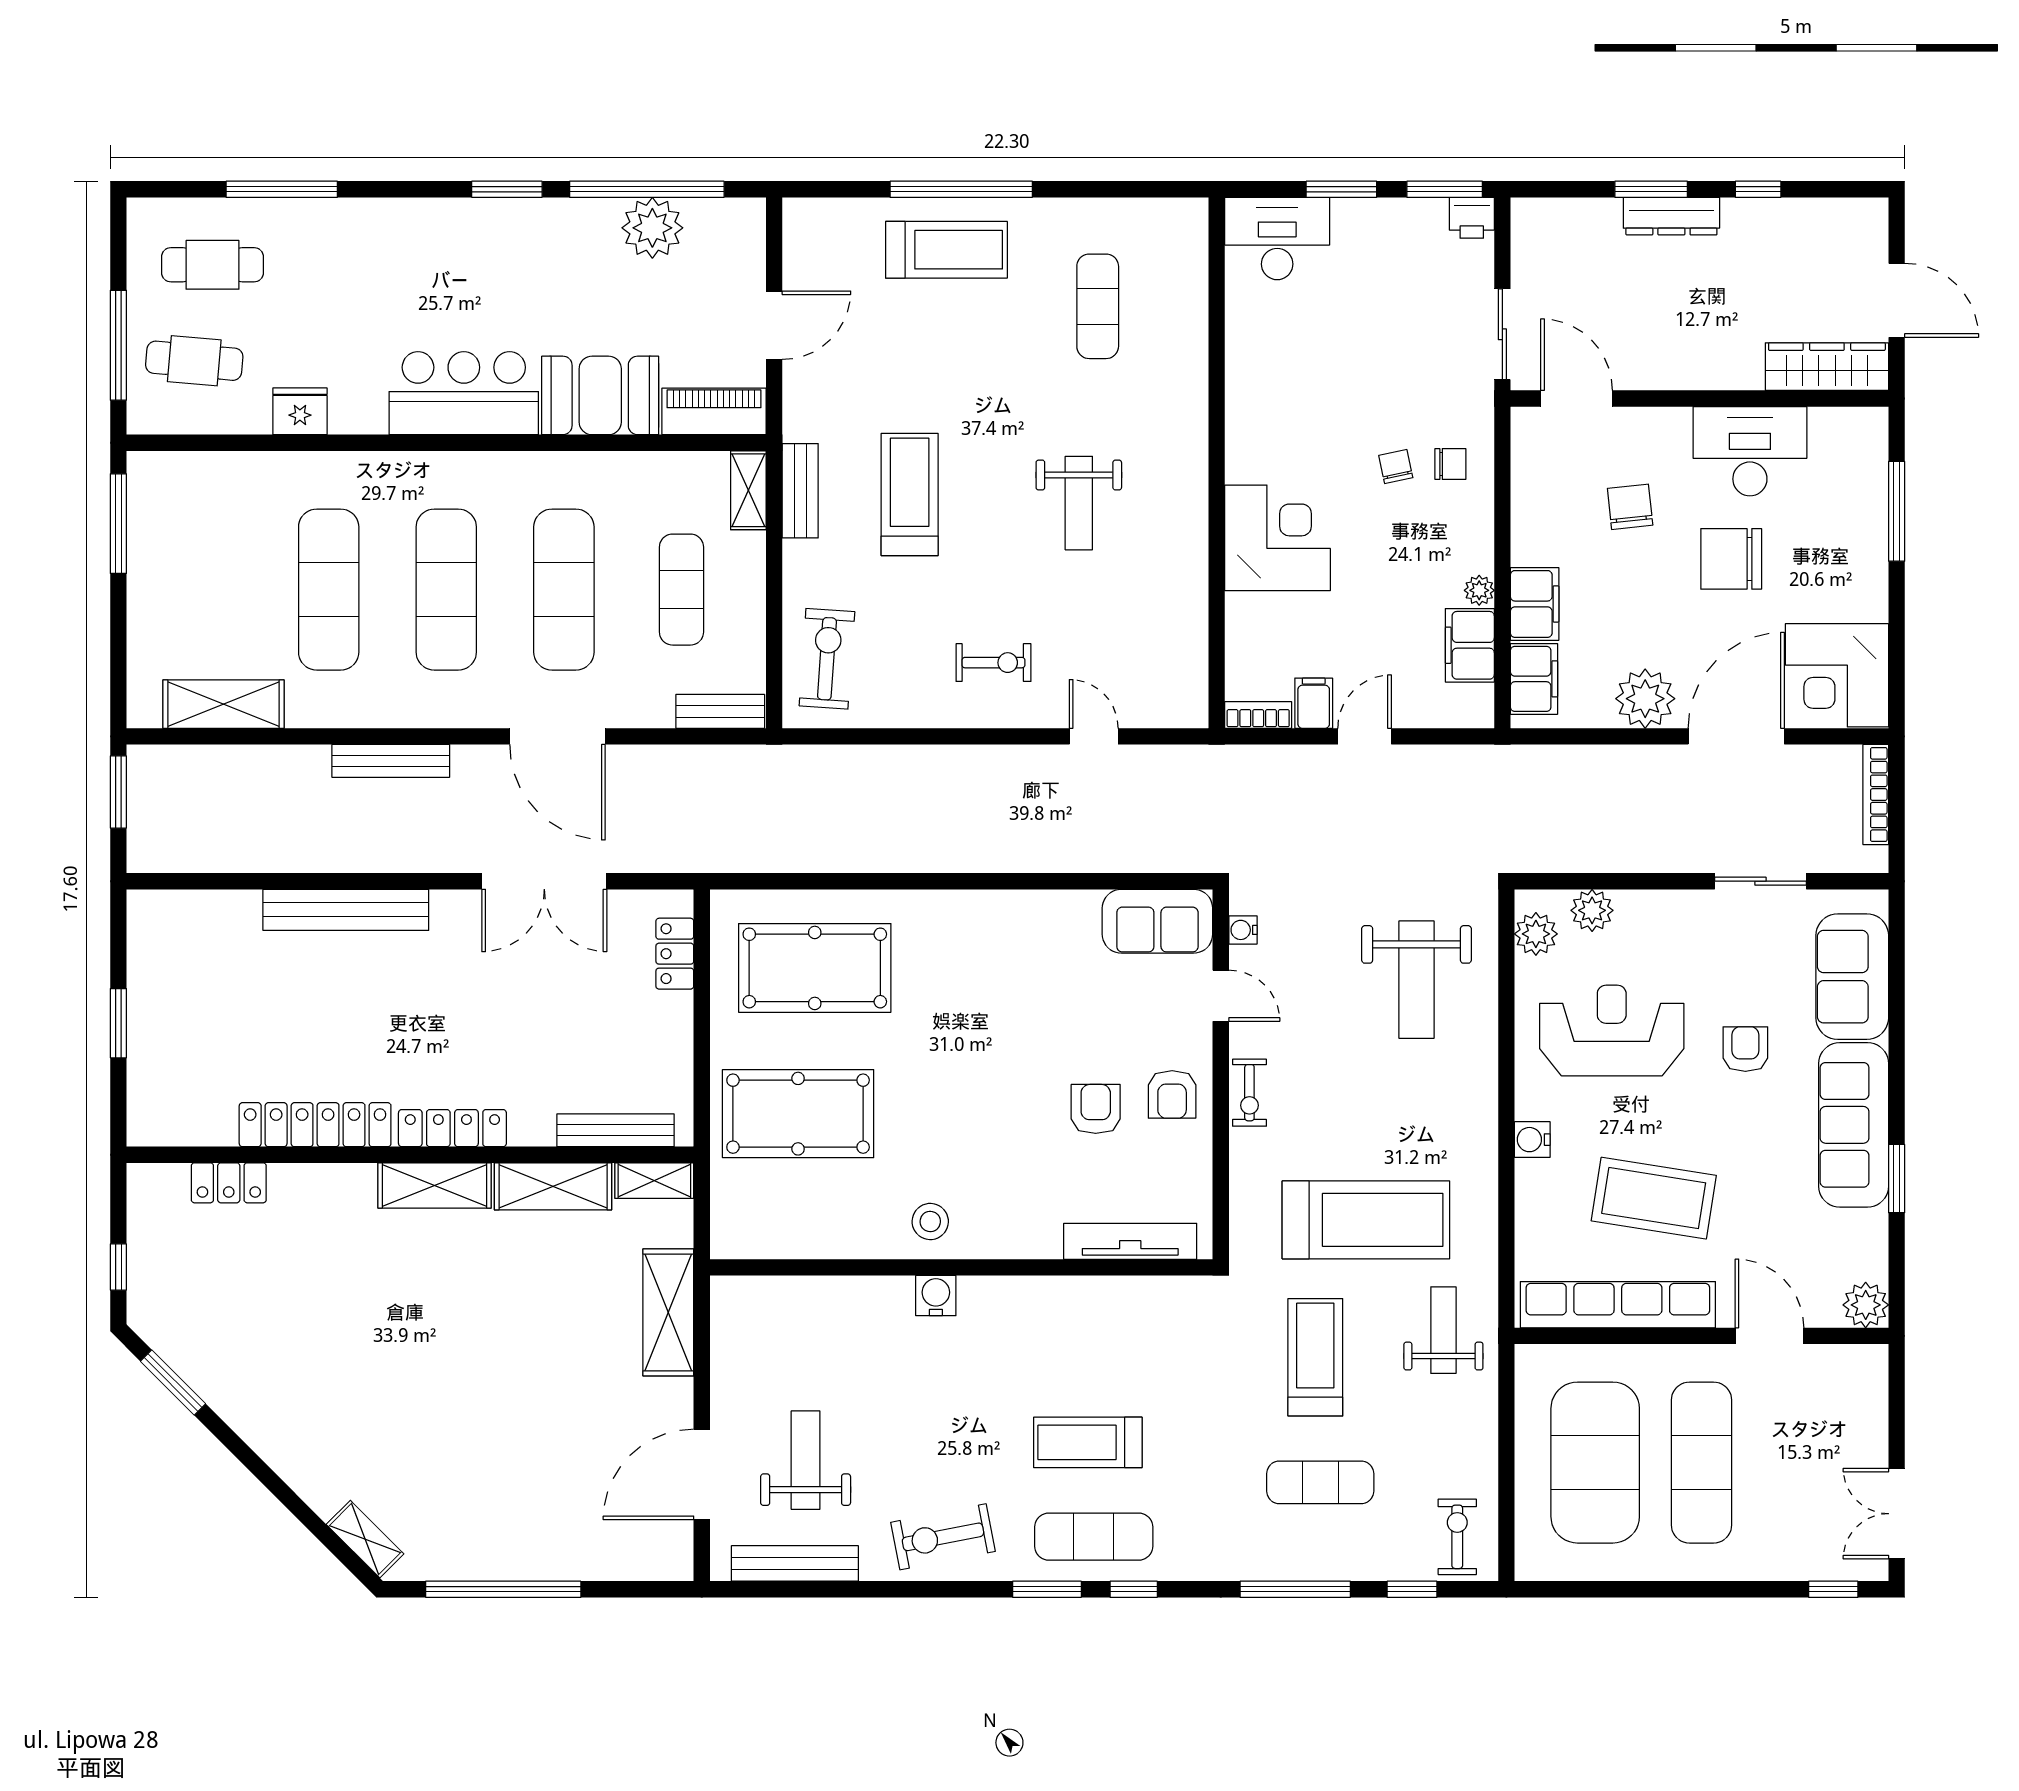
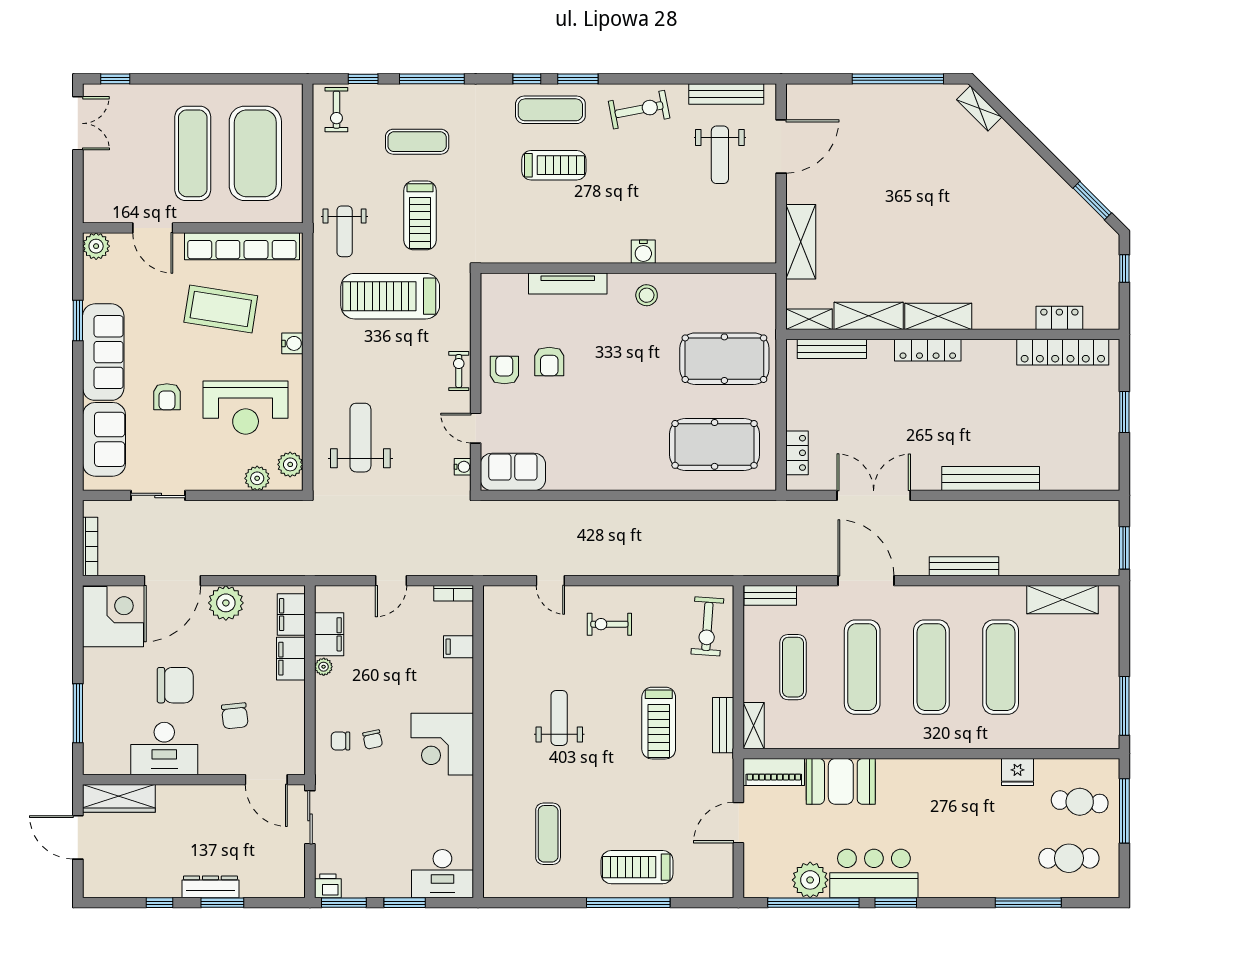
bar counter: (464, 393) -> (874, 874), moved, turned 180
corner desk: (1278, 538) -> (442, 744), moved
filing cabinet: (1314, 703) -> (459, 647), moved, turned 90
locker: (315, 1125) -> (1063, 352), moved
tv unit: (1130, 1241) -> (568, 284), moved

